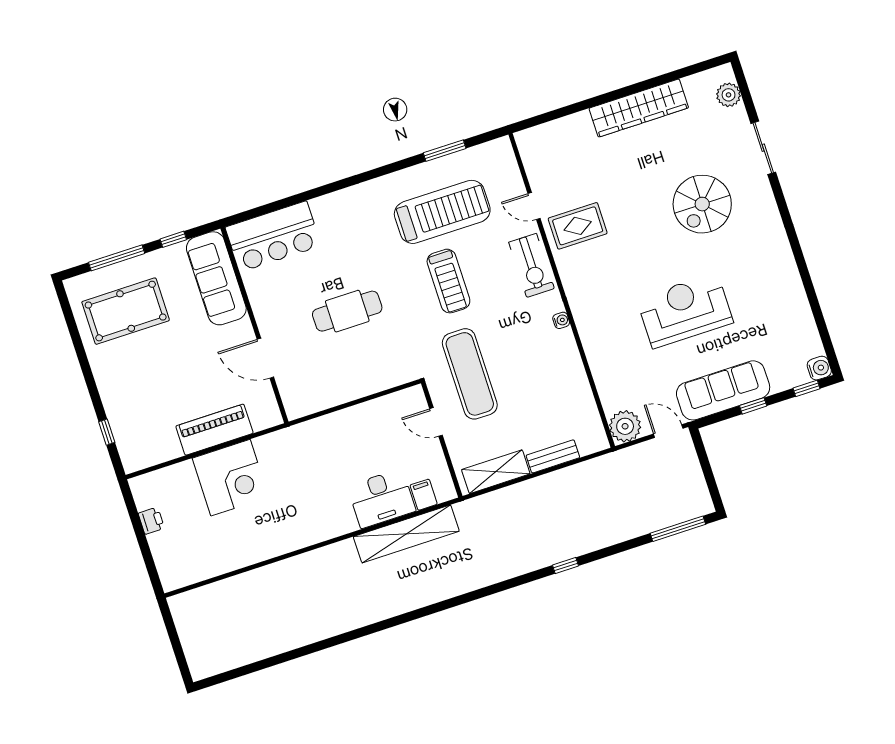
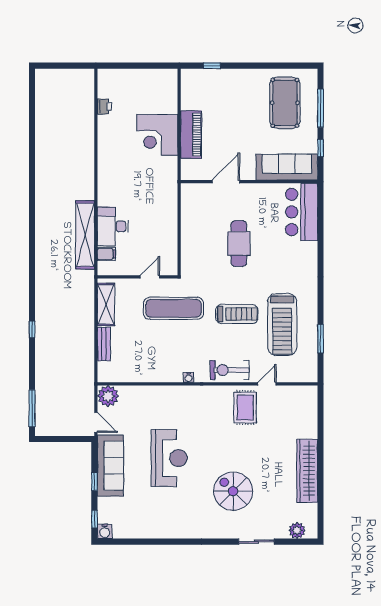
treadmill: (448, 281) -> (237, 314), turned 180
door: (668, 431) -> (96, 422), hinge flipped
printer: (151, 521) -> (104, 107), moved, turned -90

